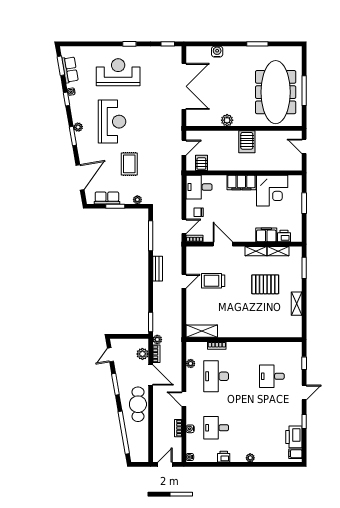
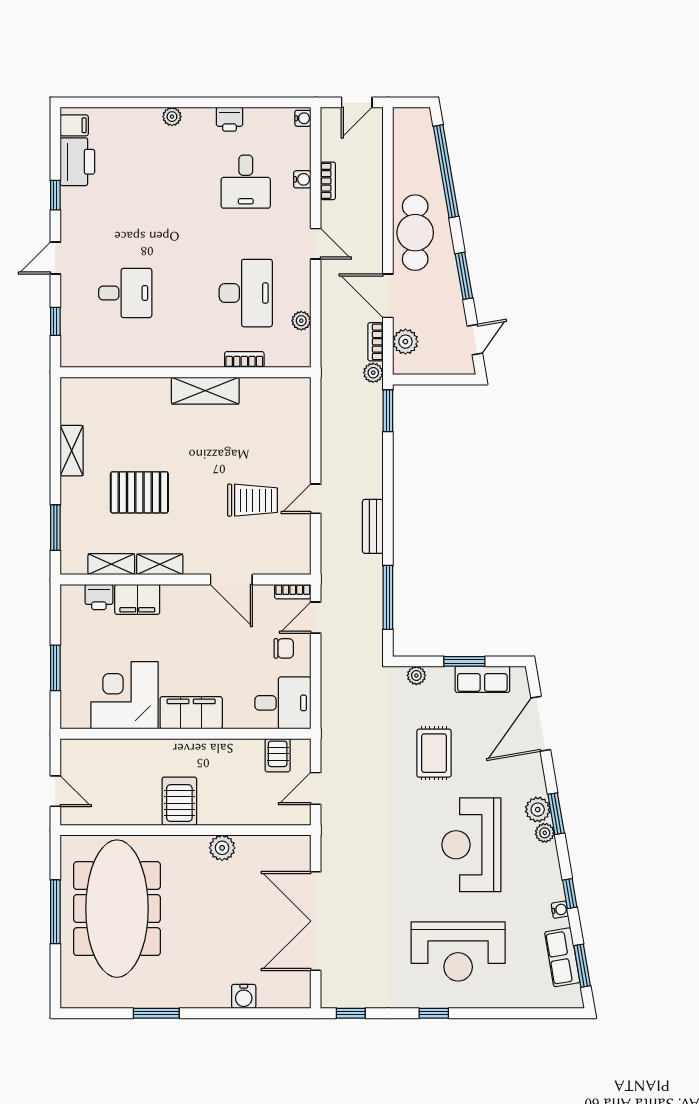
plant: (81, 138) -> (538, 810), added
shelving: (202, 331) -> (205, 391), moved
desk: (216, 428) -> (246, 182), turned 90

